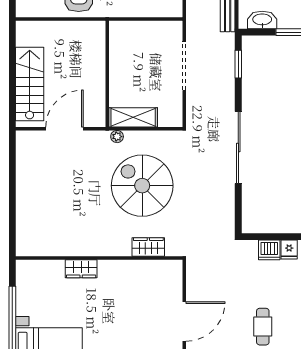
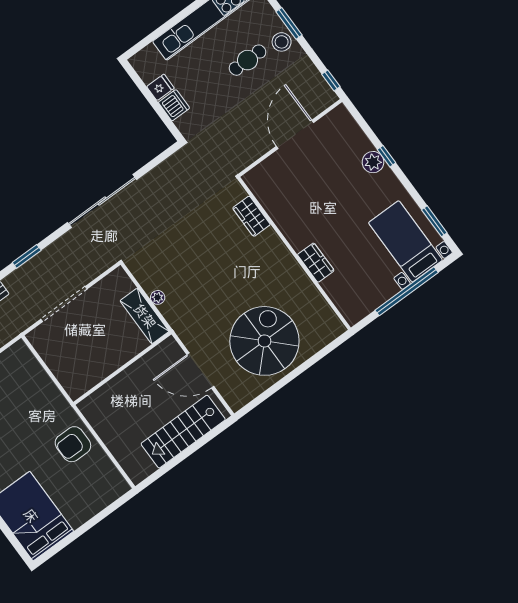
plant: (117, 137) -> (158, 297), moved
spiral stairs: (142, 186) -> (264, 341), moved, turned 180
door: (184, 321) -> (295, 134), hinge flipped

